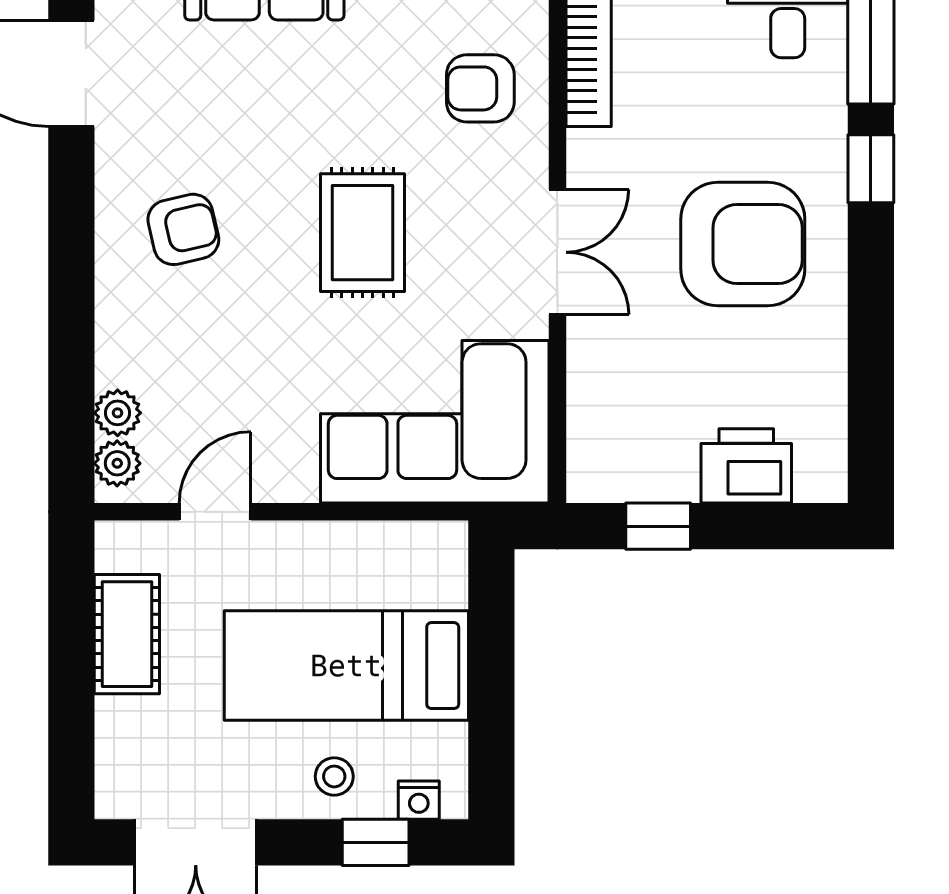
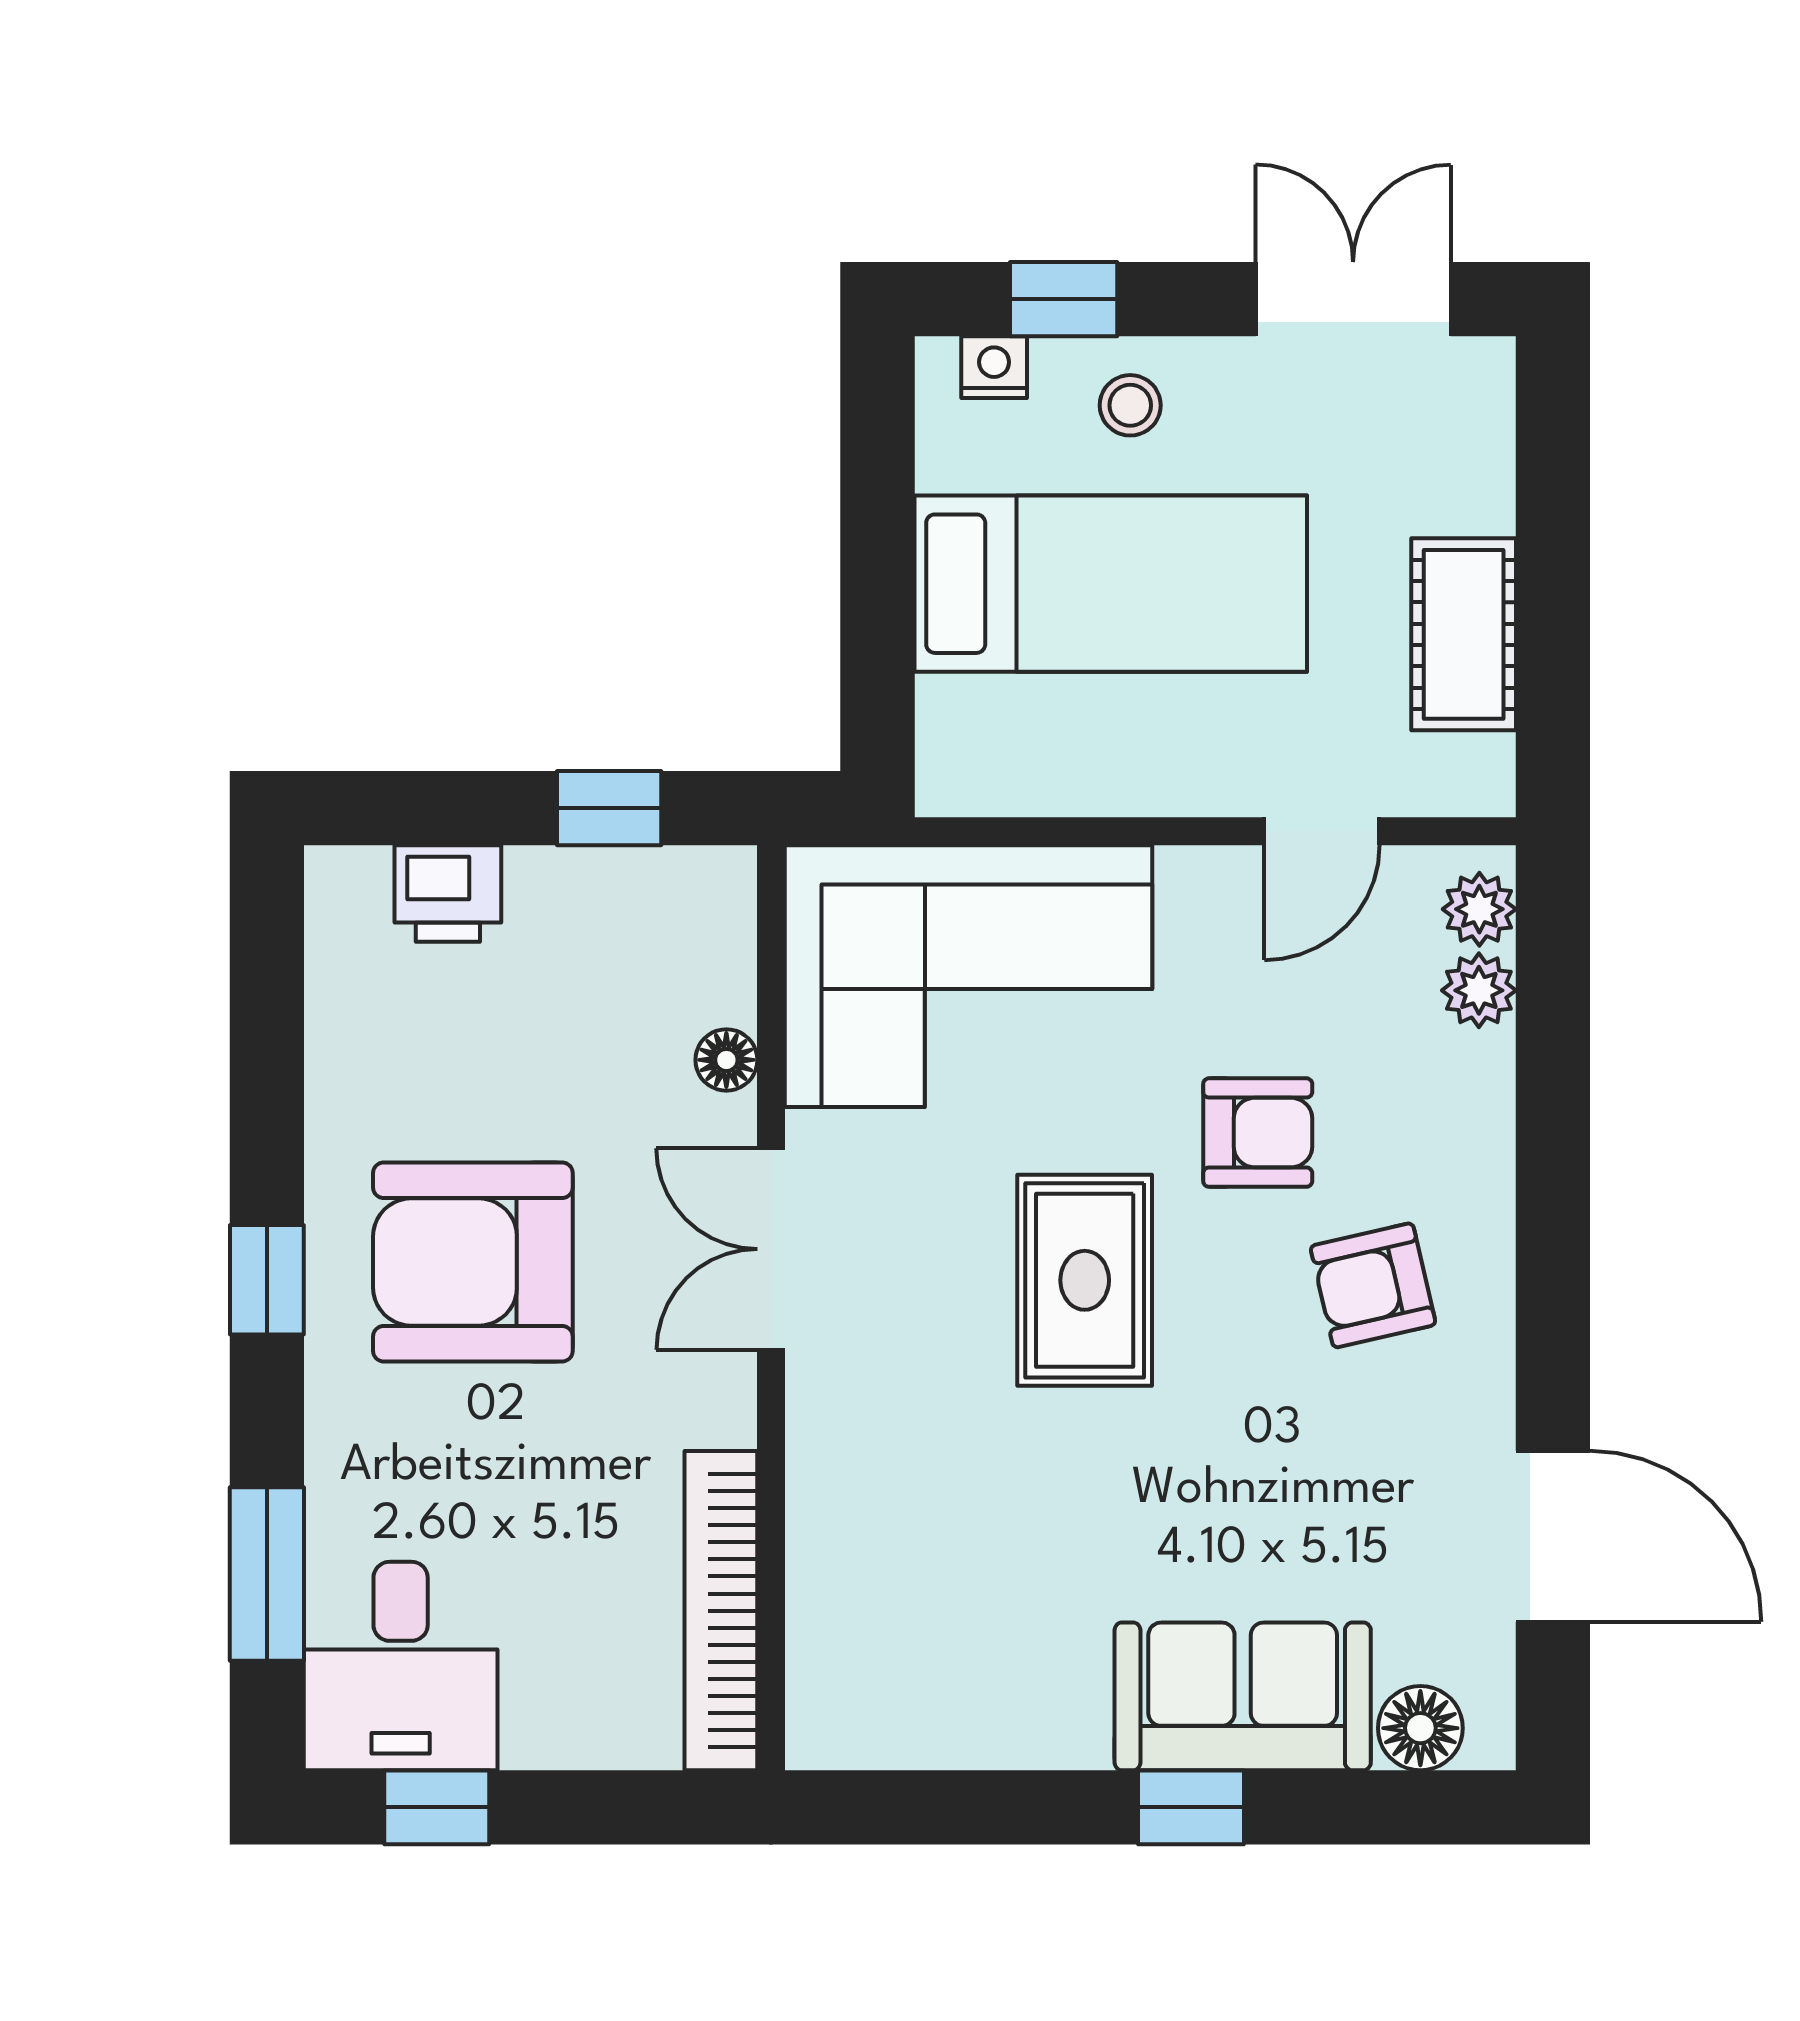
armchair: (480, 88) -> (1258, 1133), moved
window: (871, 169) -> (267, 1280), moved
floor lamp: (585, 370) -> (726, 1060), added
printer: (746, 466) -> (448, 893), width x0.73, depth x0.81

